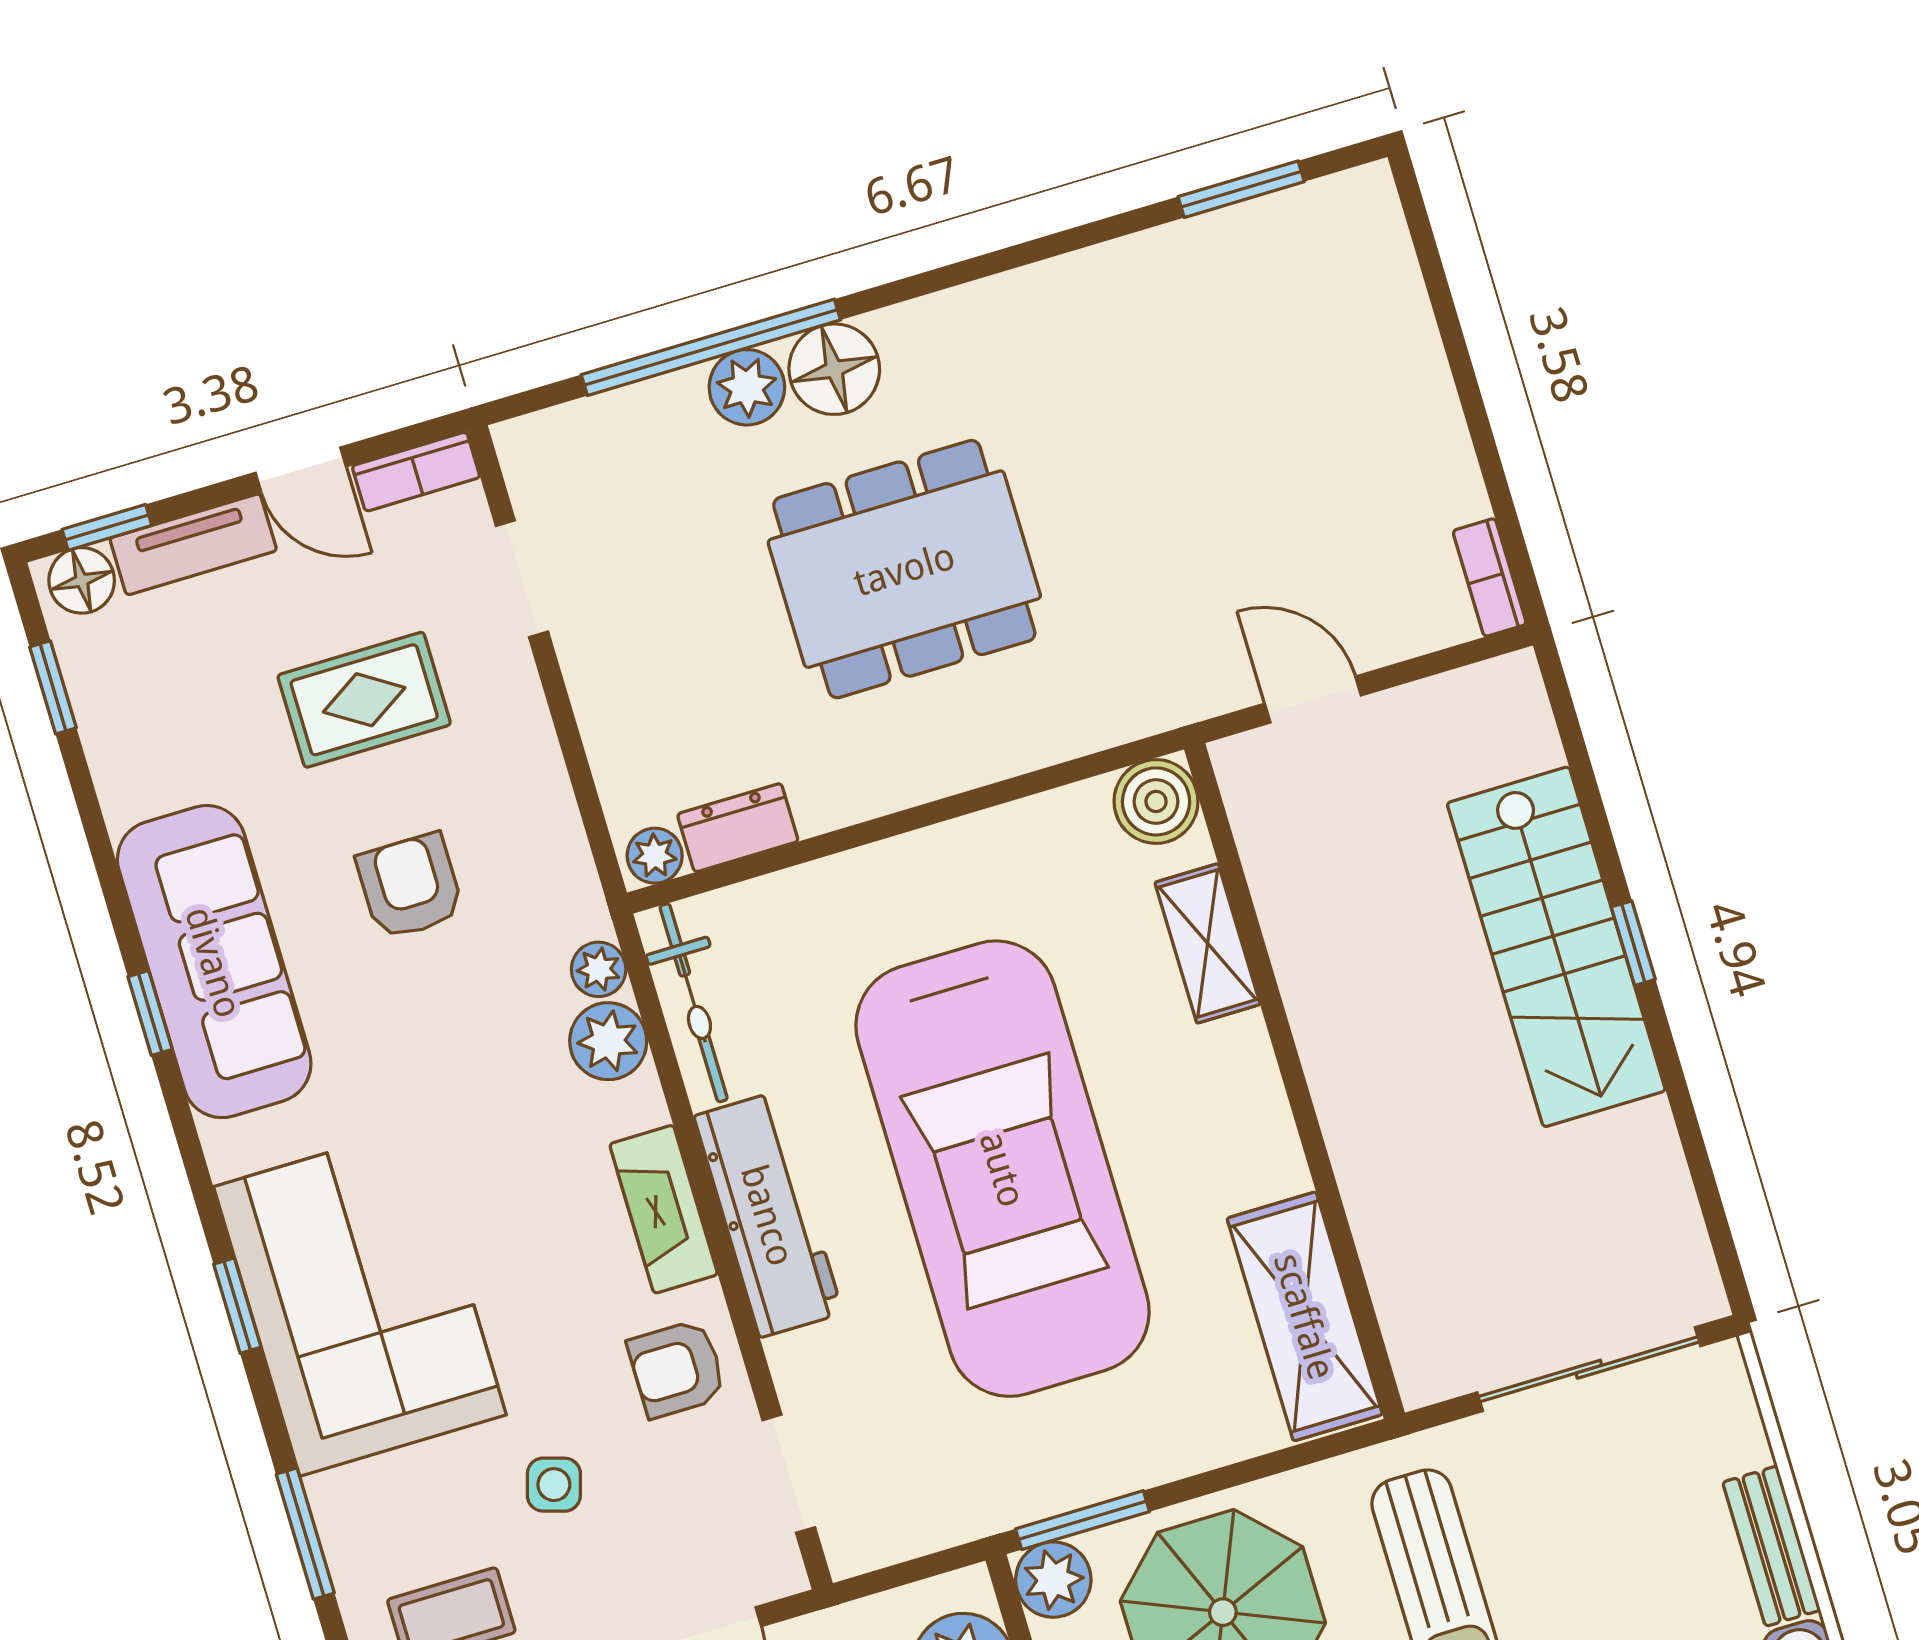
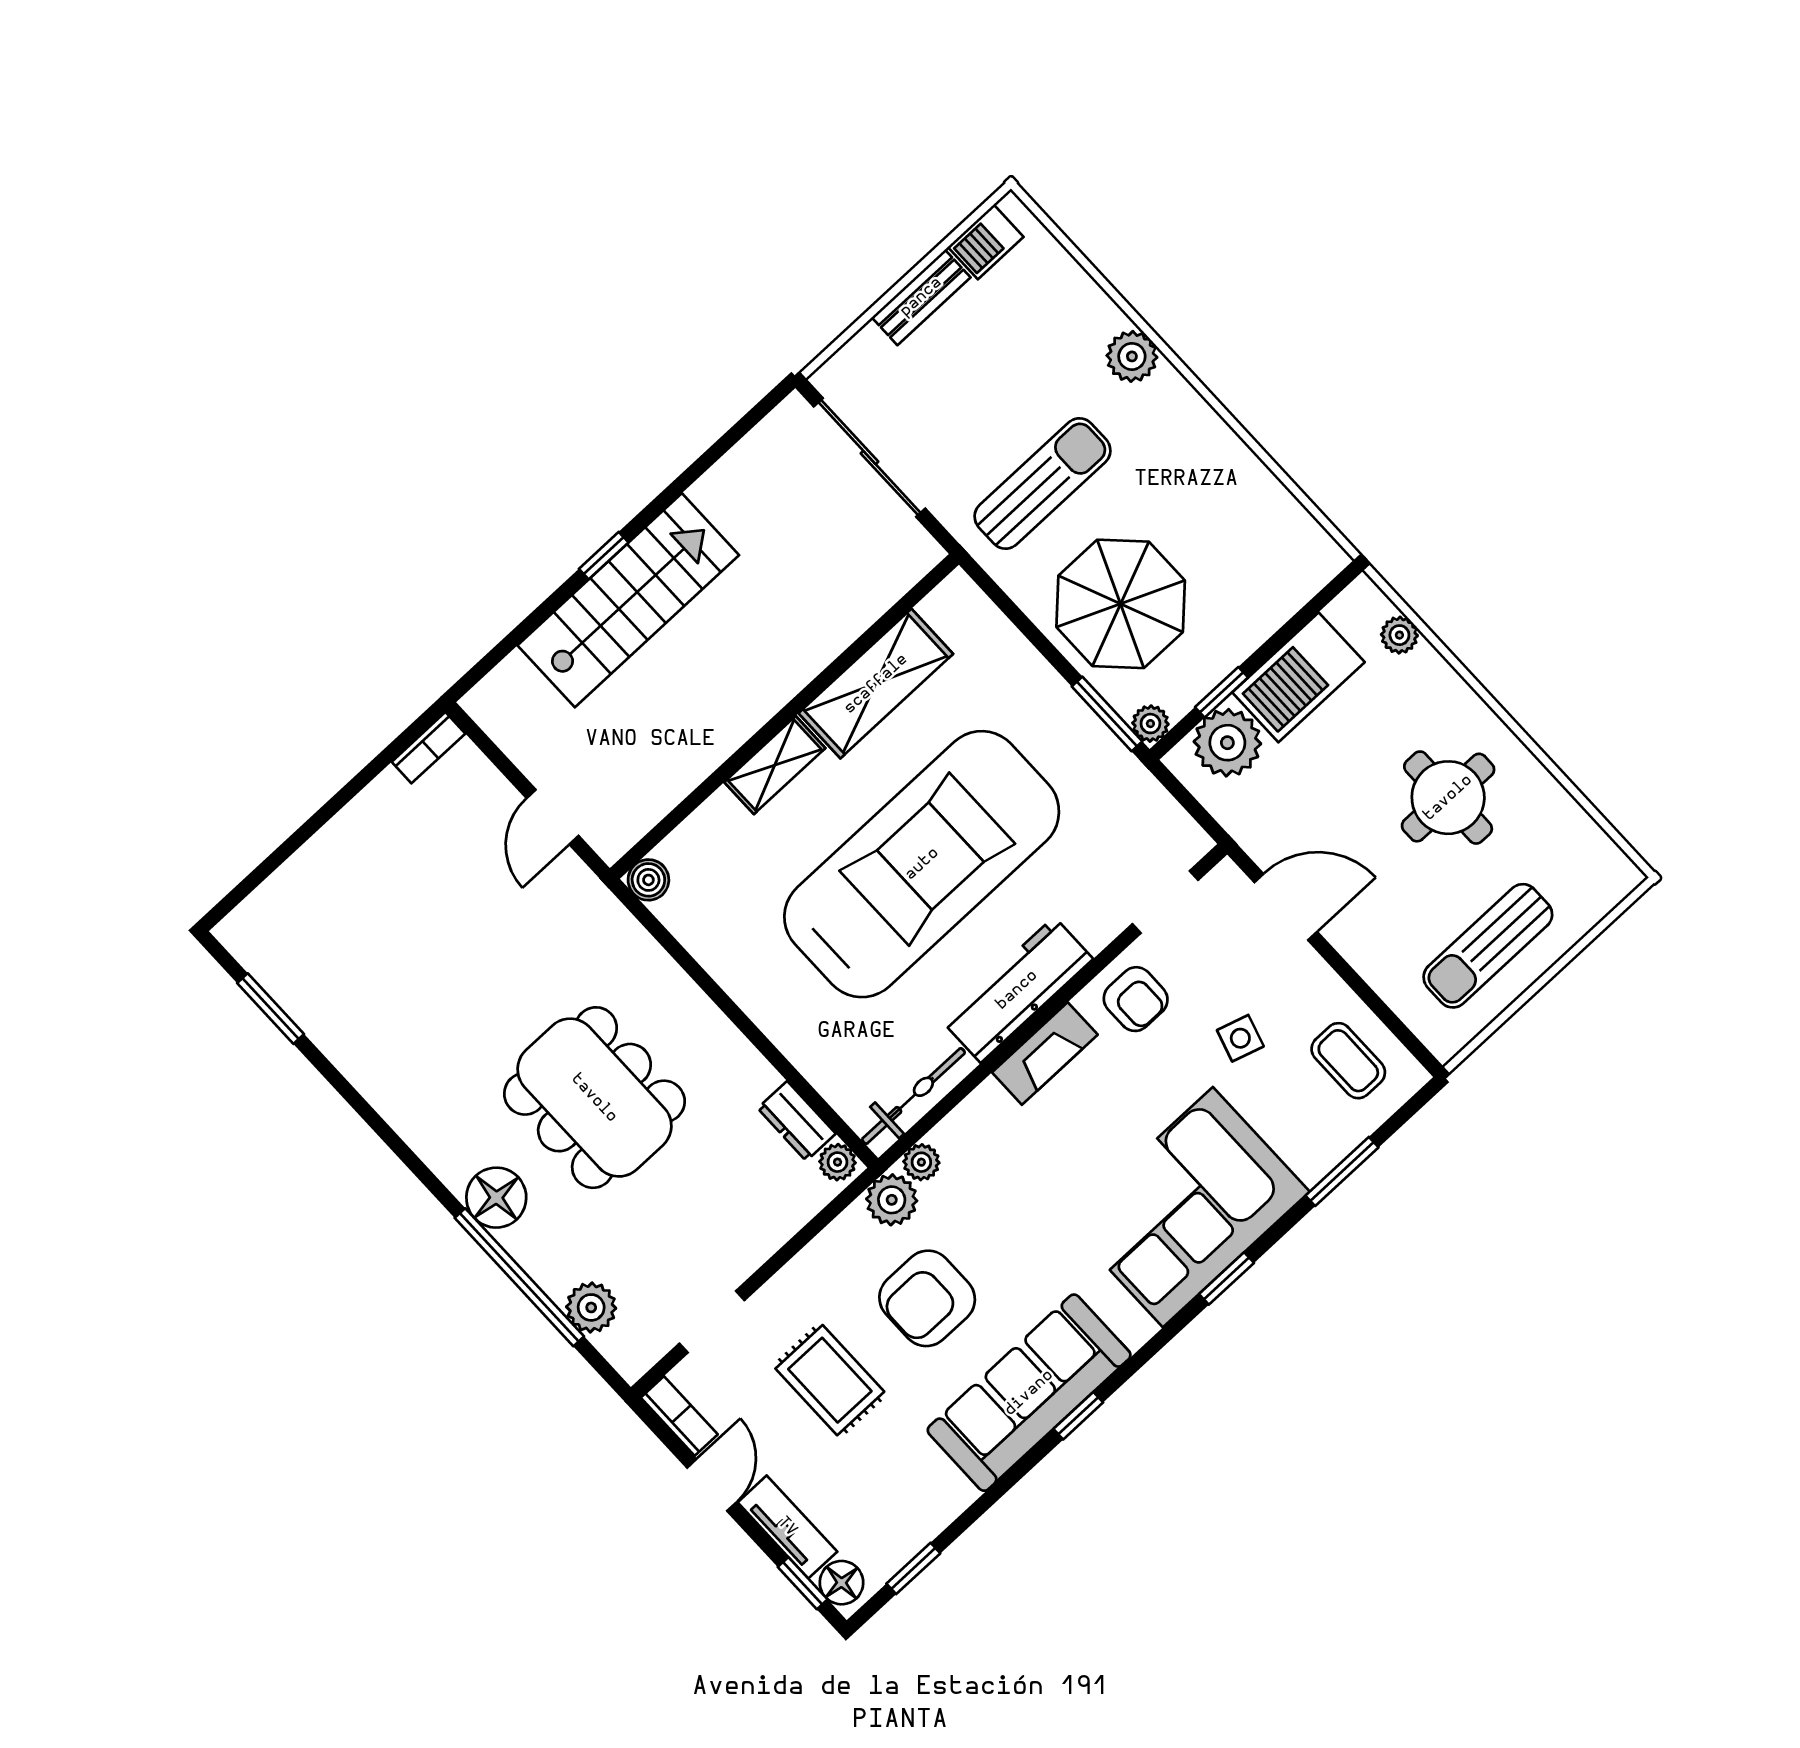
plant: (747, 387) -> (591, 1307), moved
boiler: (1156, 801) -> (648, 880), width x0.73, depth x0.73
armchair: (410, 886) -> (927, 1298), width x1.38, depth x1.38
shelving: (1208, 943) -> (775, 765), moved
plant: (608, 1041) -> (892, 1200), moved
shelving: (1305, 1316) -> (876, 684), moved
plant: (1053, 1580) -> (1150, 724), width x0.73, depth x0.73

